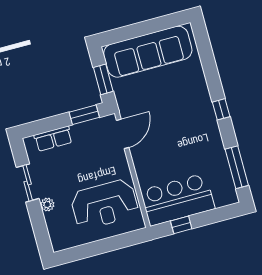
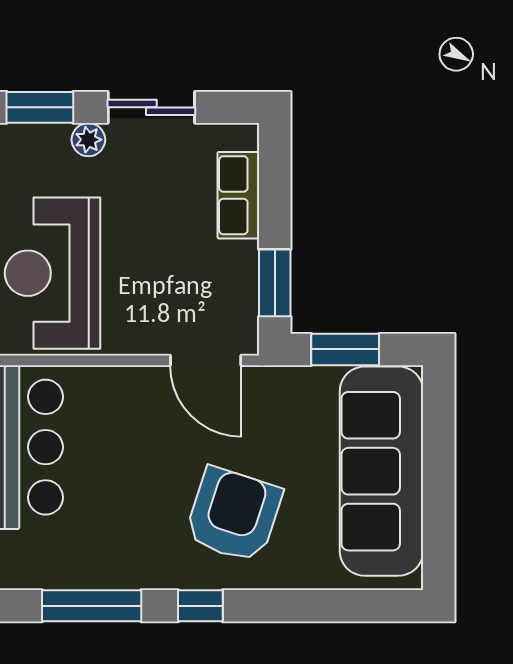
armchair: (181, 106) -> (233, 515), added
window: (237, 167) -> (92, 606), moved
window: (40, 227) -> (40, 107), added

